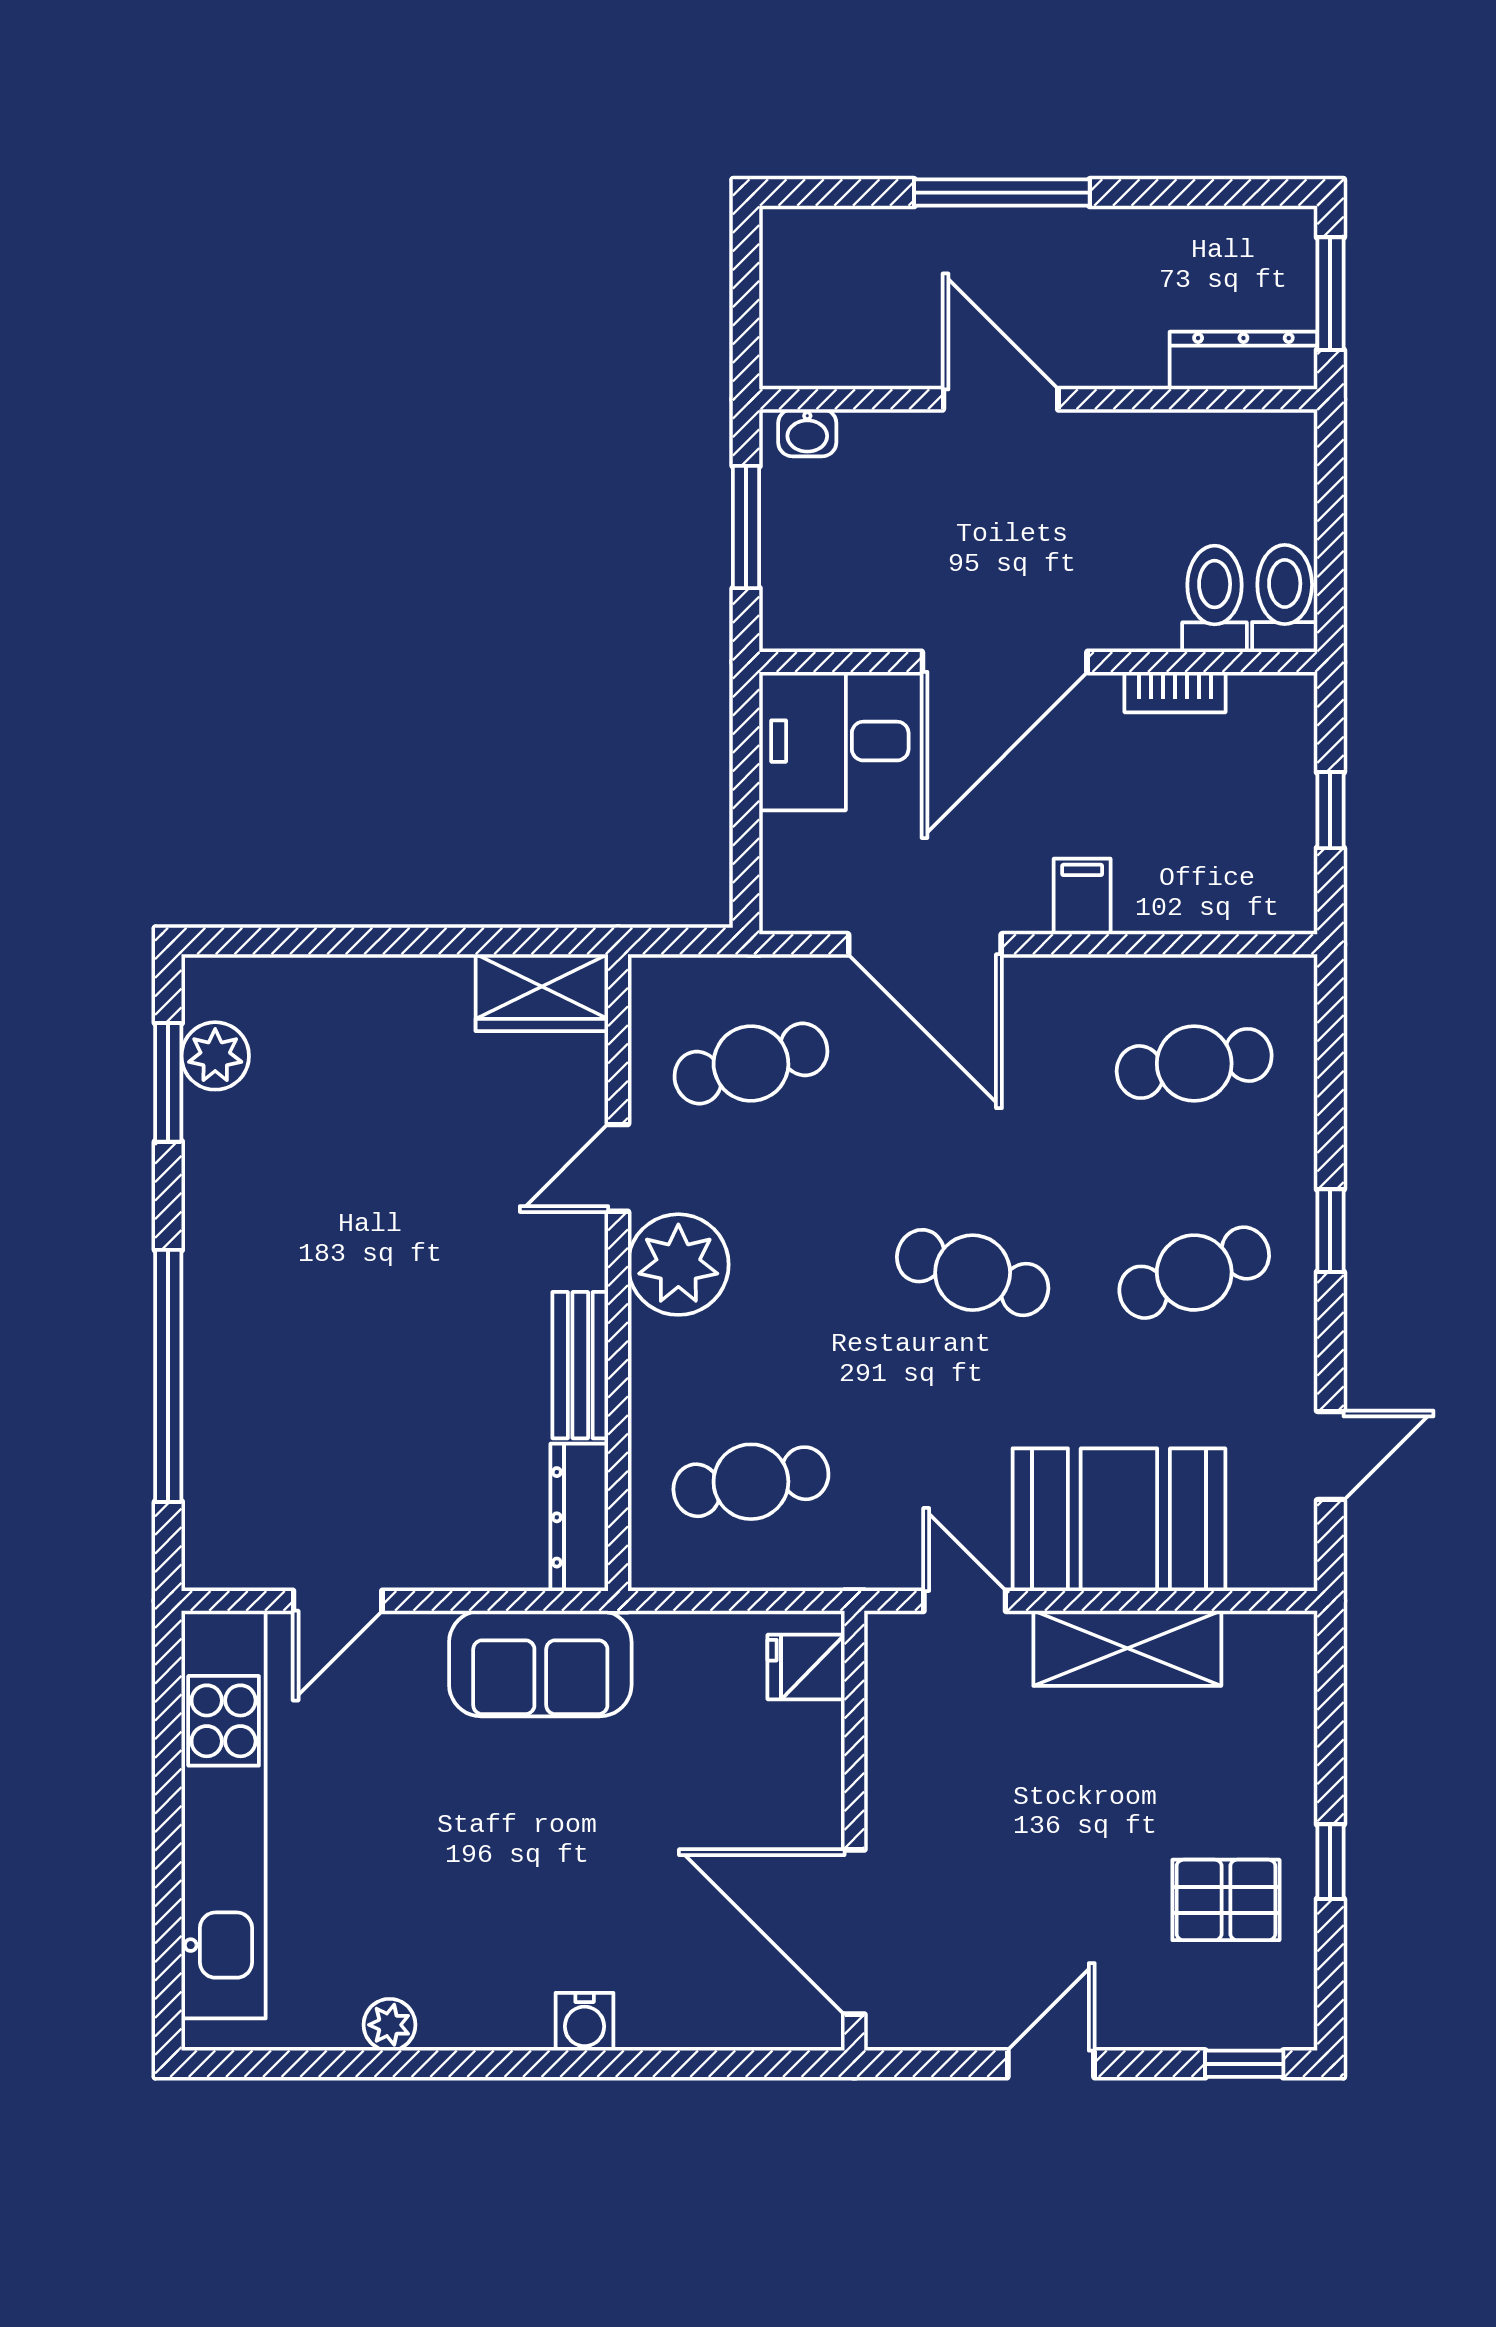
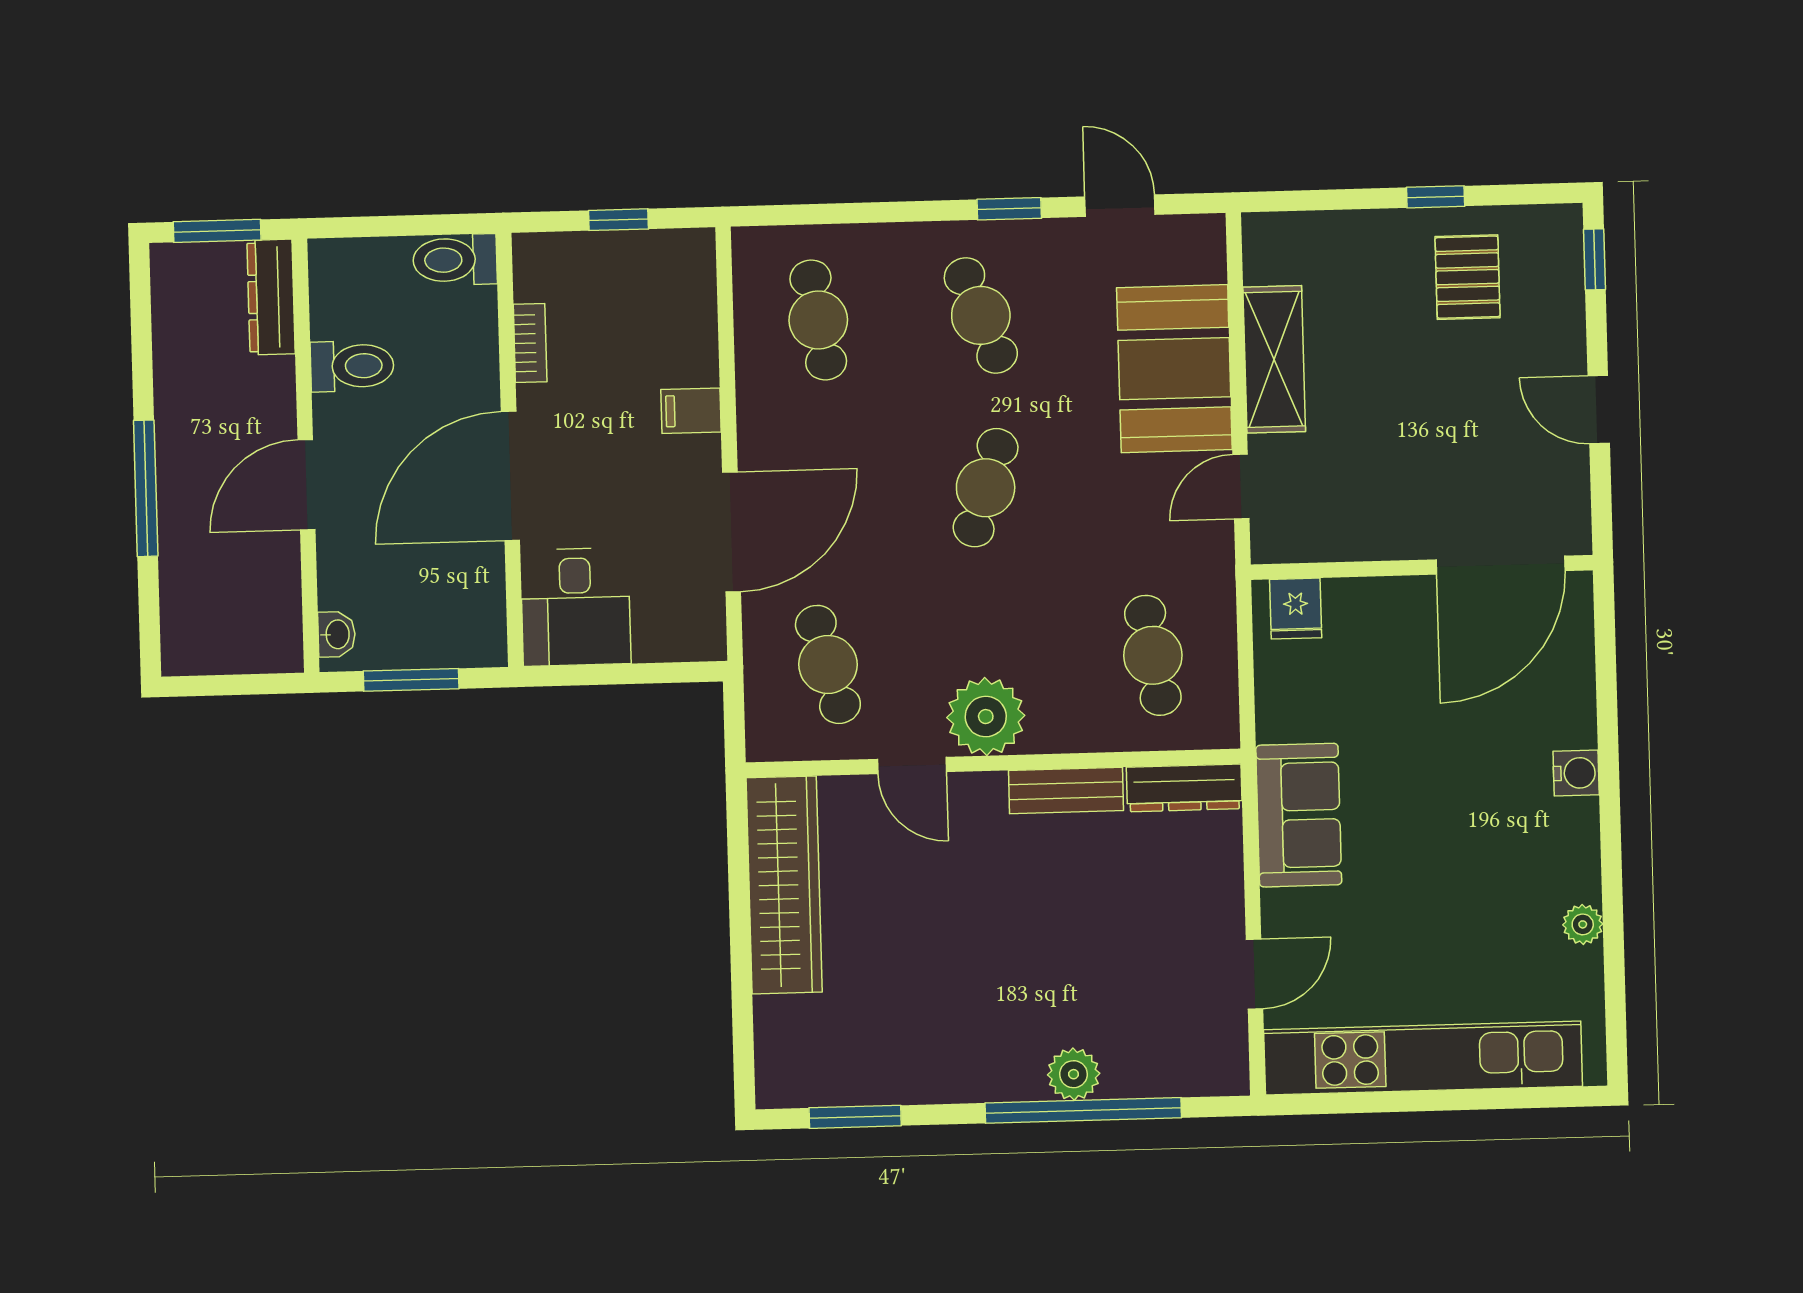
toilet: (1215, 599) -> (352, 366), moved, turned 180
door: (1005, 662) -> (510, 476), swing flipped
wardrobe: (542, 993) -> (784, 885), width x2.10, depth x1.17
plant: (215, 1056) -> (1074, 1074), moved
window: (1330, 1231) -> (1009, 209), moved
door: (338, 1601) -> (1254, 974), hinge flipped

